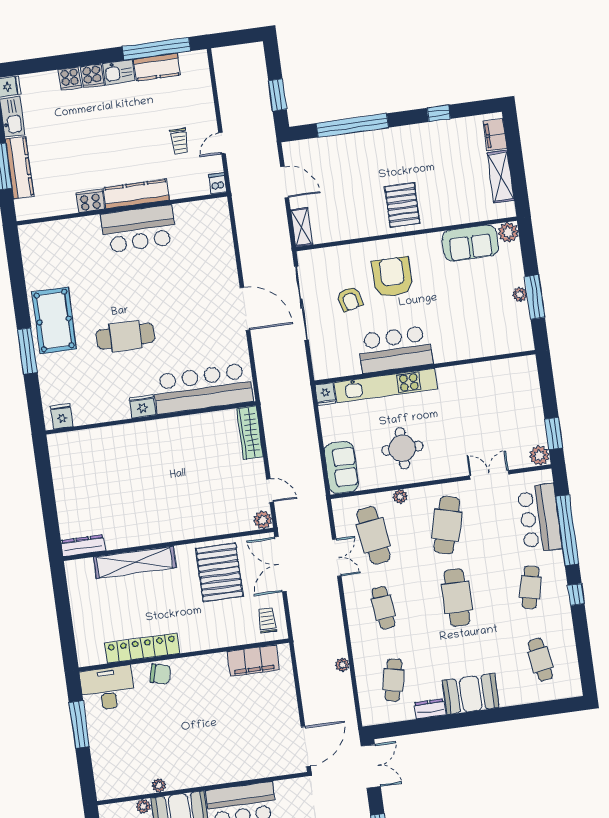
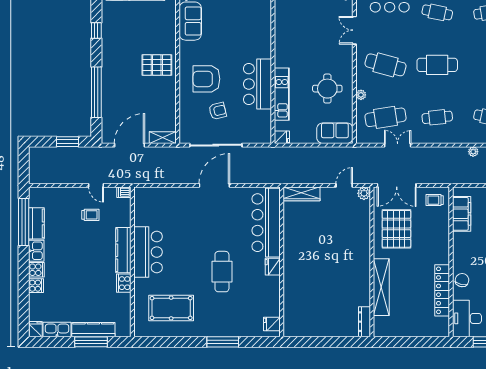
door: (285, 182) -> (129, 145), width x1.36
pool table: (54, 321) -> (171, 308), moved
kitchen unit: (386, 386) -> (282, 94), width x0.73
pallet: (219, 572) -> (396, 229), turned 90

